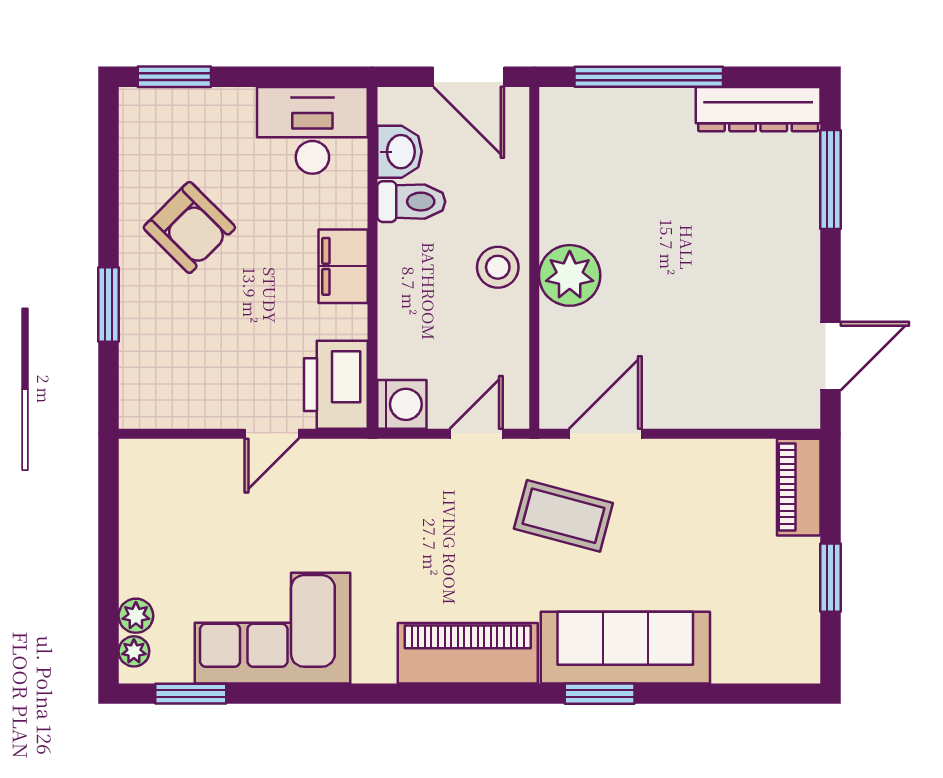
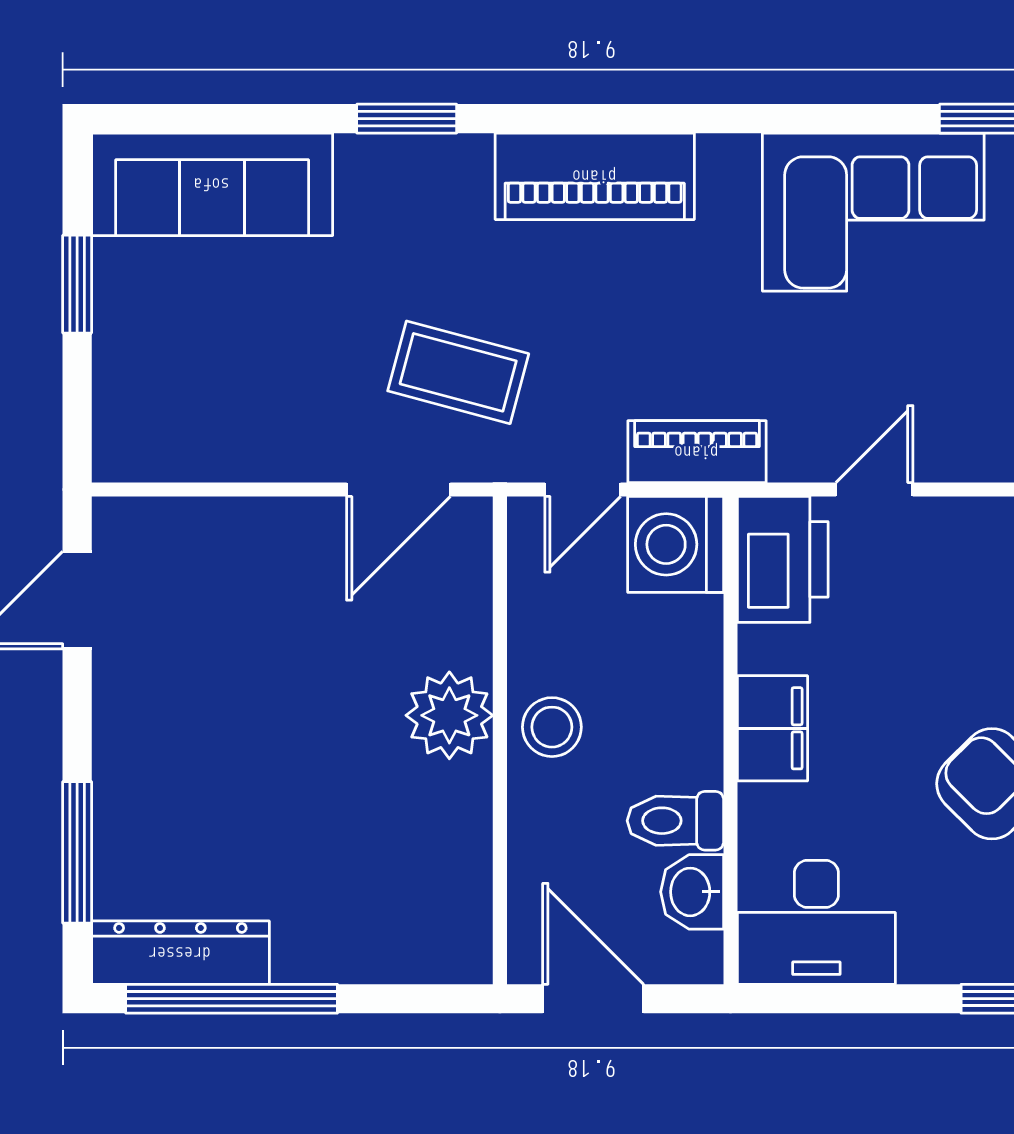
window: (649, 77) -> (232, 999), moved
washing machine: (402, 404) -> (676, 544), width x1.37, depth x1.37
piano: (799, 487) -> (697, 452), moved, turned -90
sofa: (625, 648) -> (212, 184), moved

